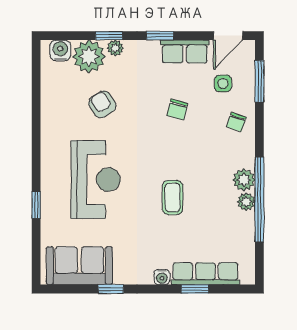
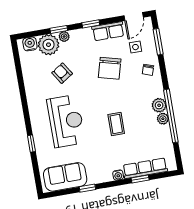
chair: (177, 109) -> (110, 68), width x1.87, depth x1.87

